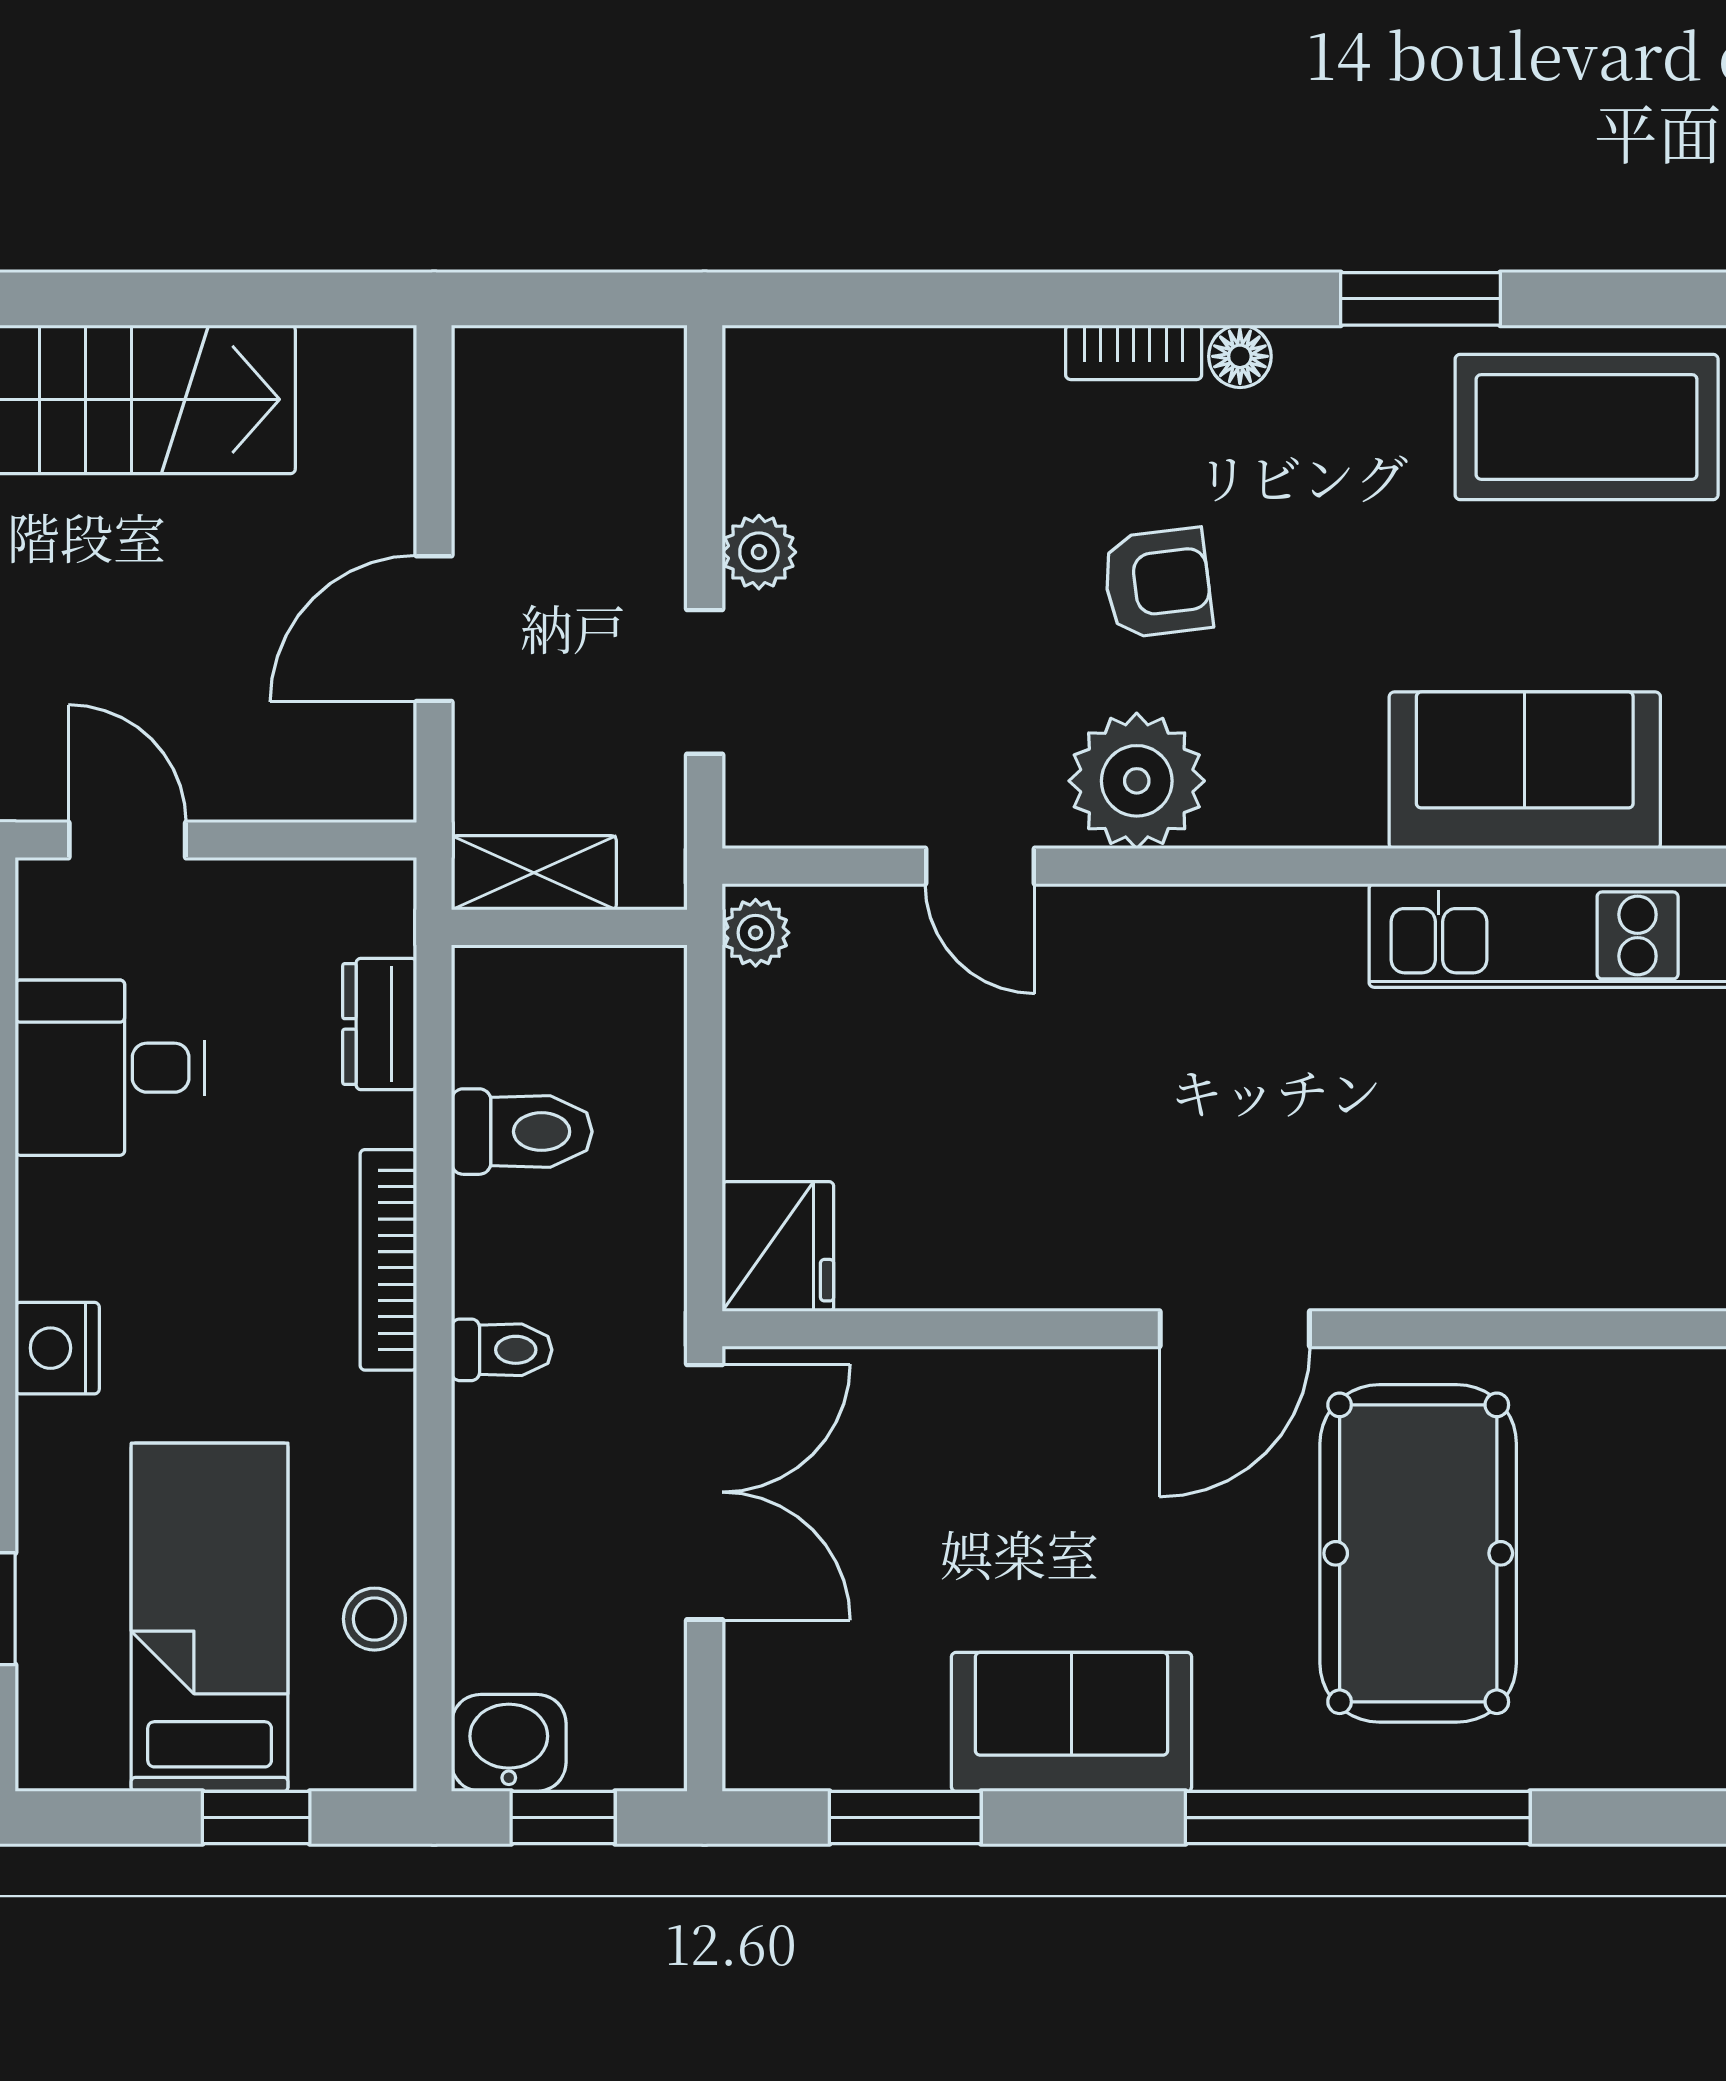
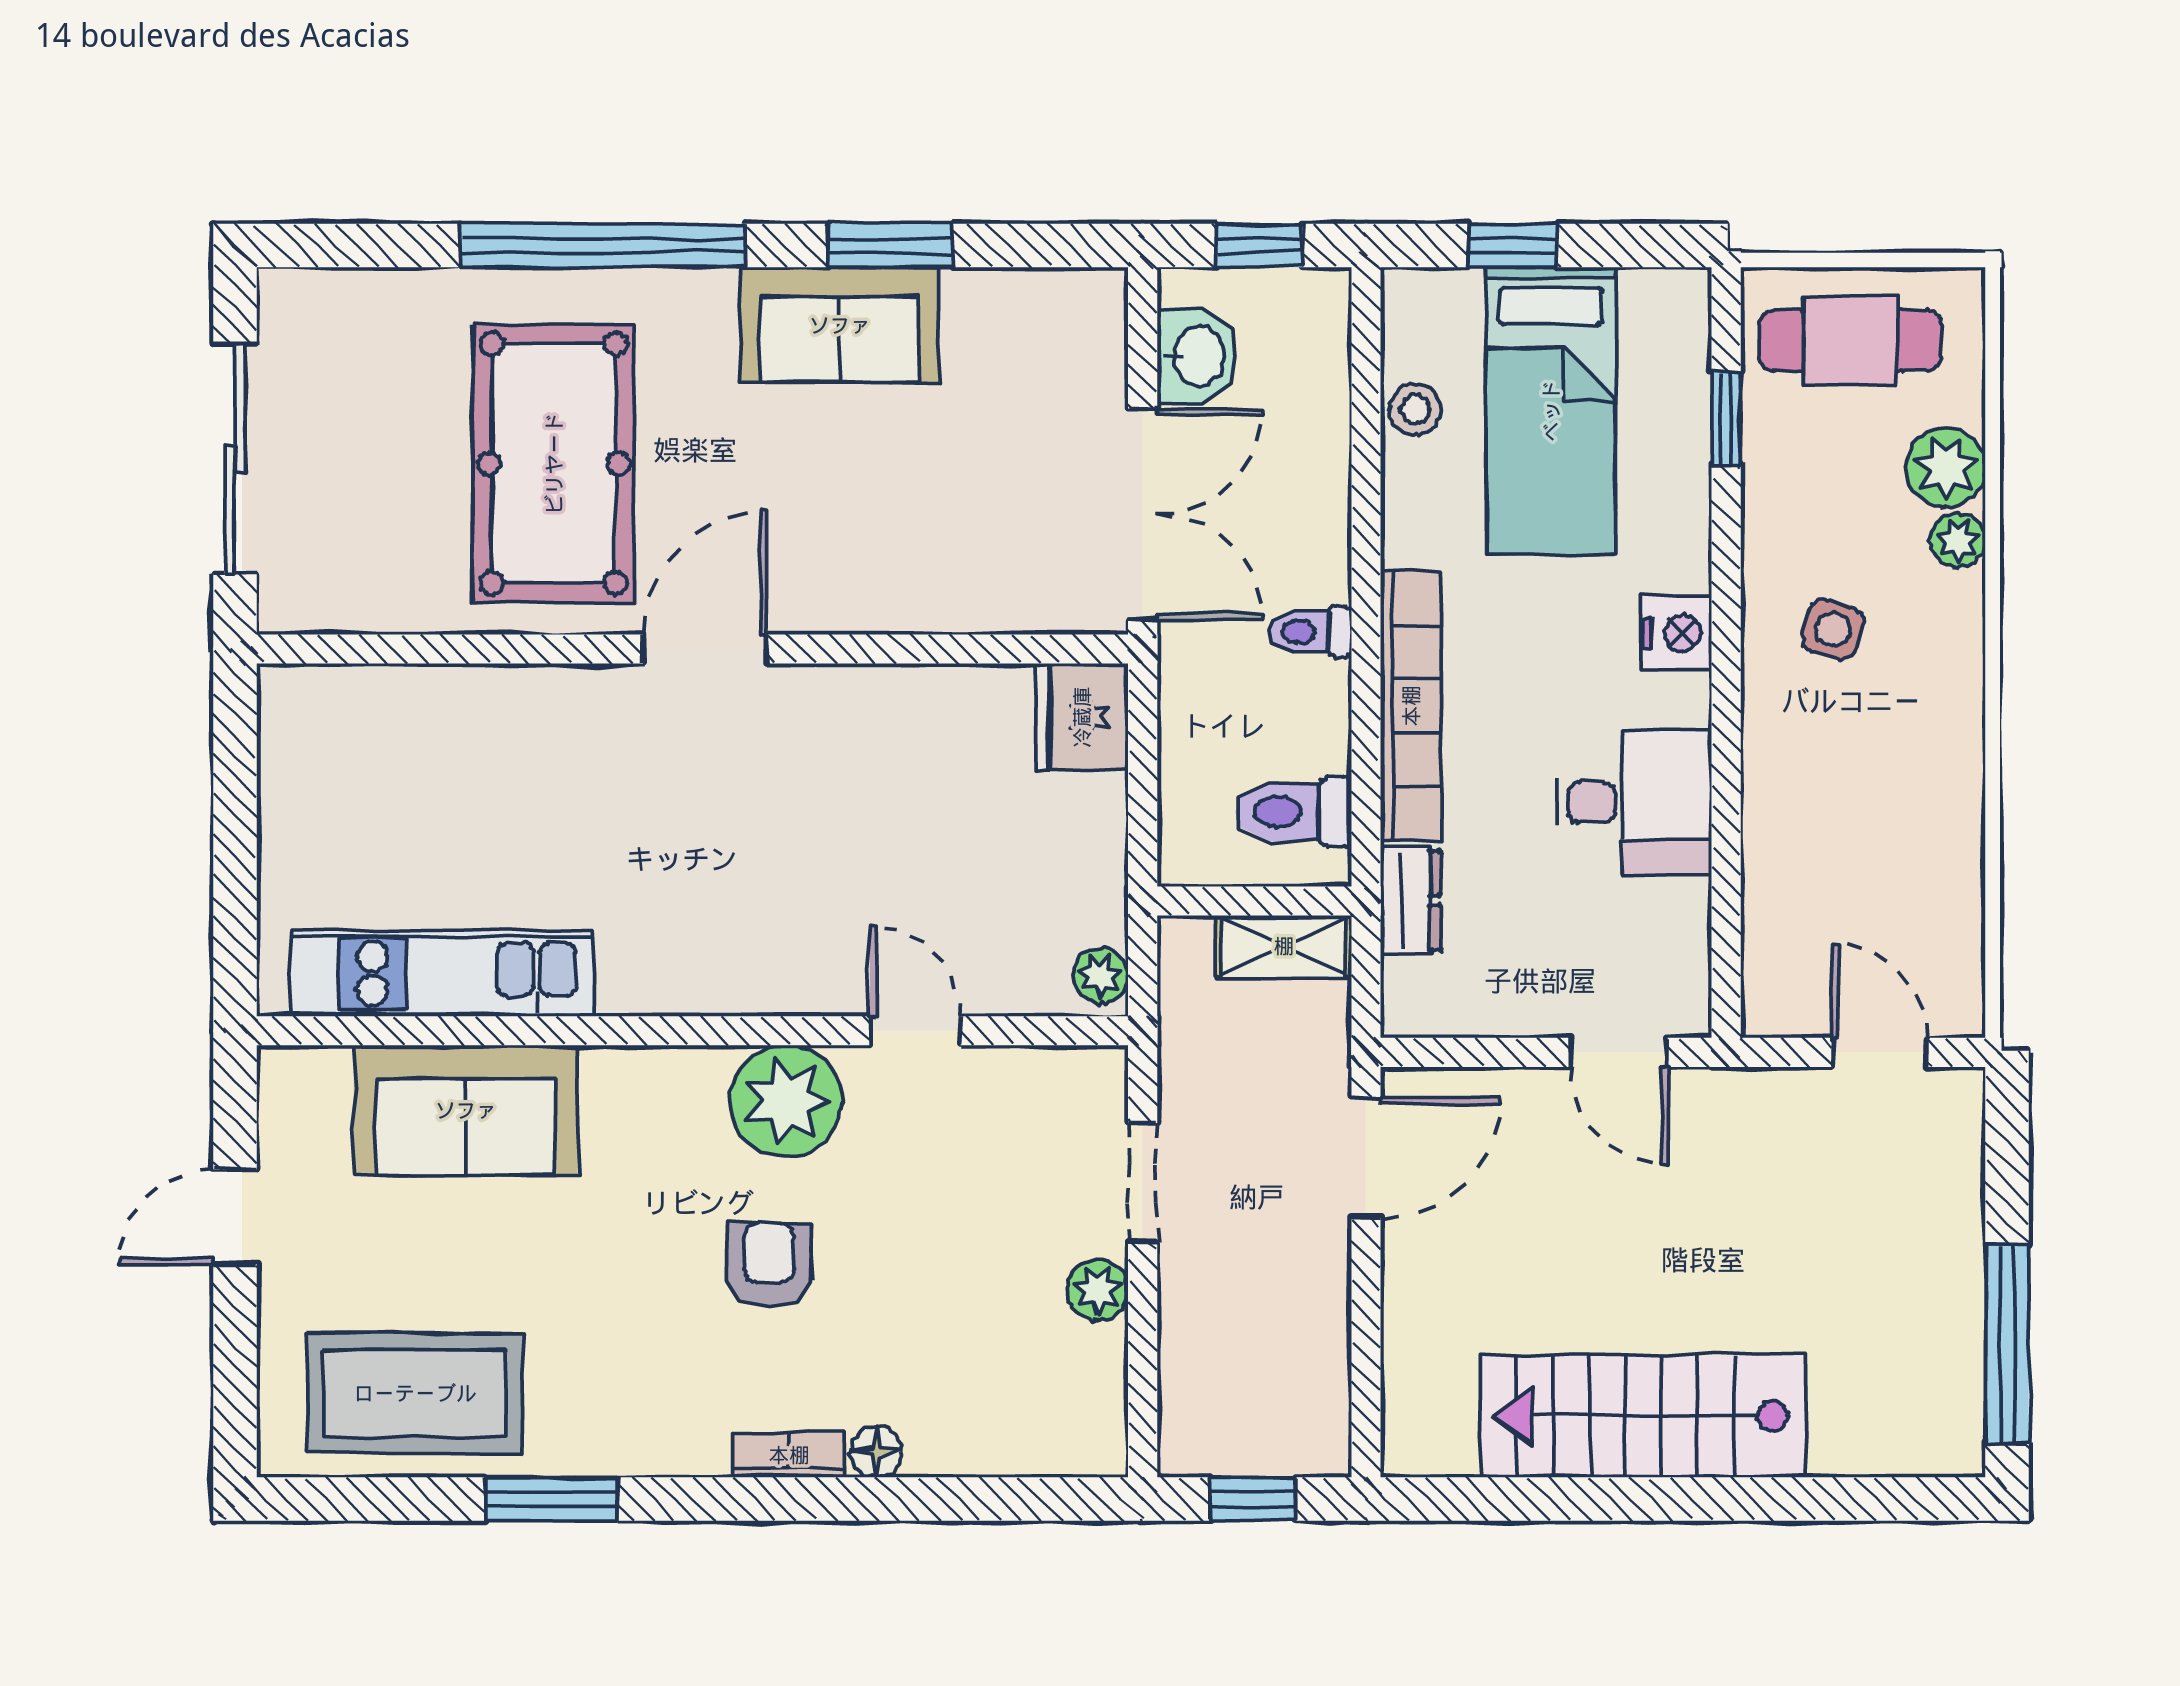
window: (571, 299) -> (1253, 1499), added
floor lamp: (1240, 356) -> (876, 1452), moved
armchair: (1157, 583) -> (769, 1264), turned 97
door: (434, 629) -> (1366, 1158), moved
shelving: (534, 873) -> (1284, 946), moved
wall: (569, 927) -> (1254, 901), moved
desk: (110, 1068) -> (1634, 802), moved
bookcase: (388, 1260) -> (1411, 706), width x1.48, depth x1.31
double door: (705, 1492) -> (1143, 514), swing flipped
washbasin: (509, 1743) -> (1197, 356), moved, turned -90
window: (905, 1818) -> (890, 246), moved

